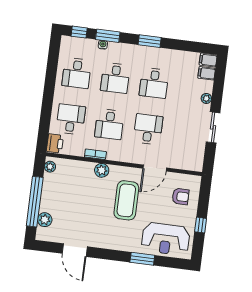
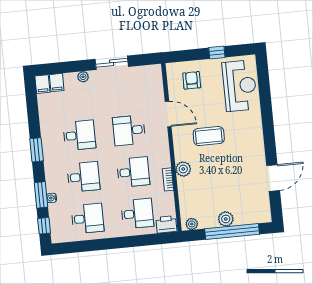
desk: (71, 119) -> (137, 214), turned 180
coffee table: (126, 200) -> (209, 136), width x0.73, depth x0.76
plant: (45, 220) -> (226, 219), moved
window: (142, 259) -> (266, 105), removed

